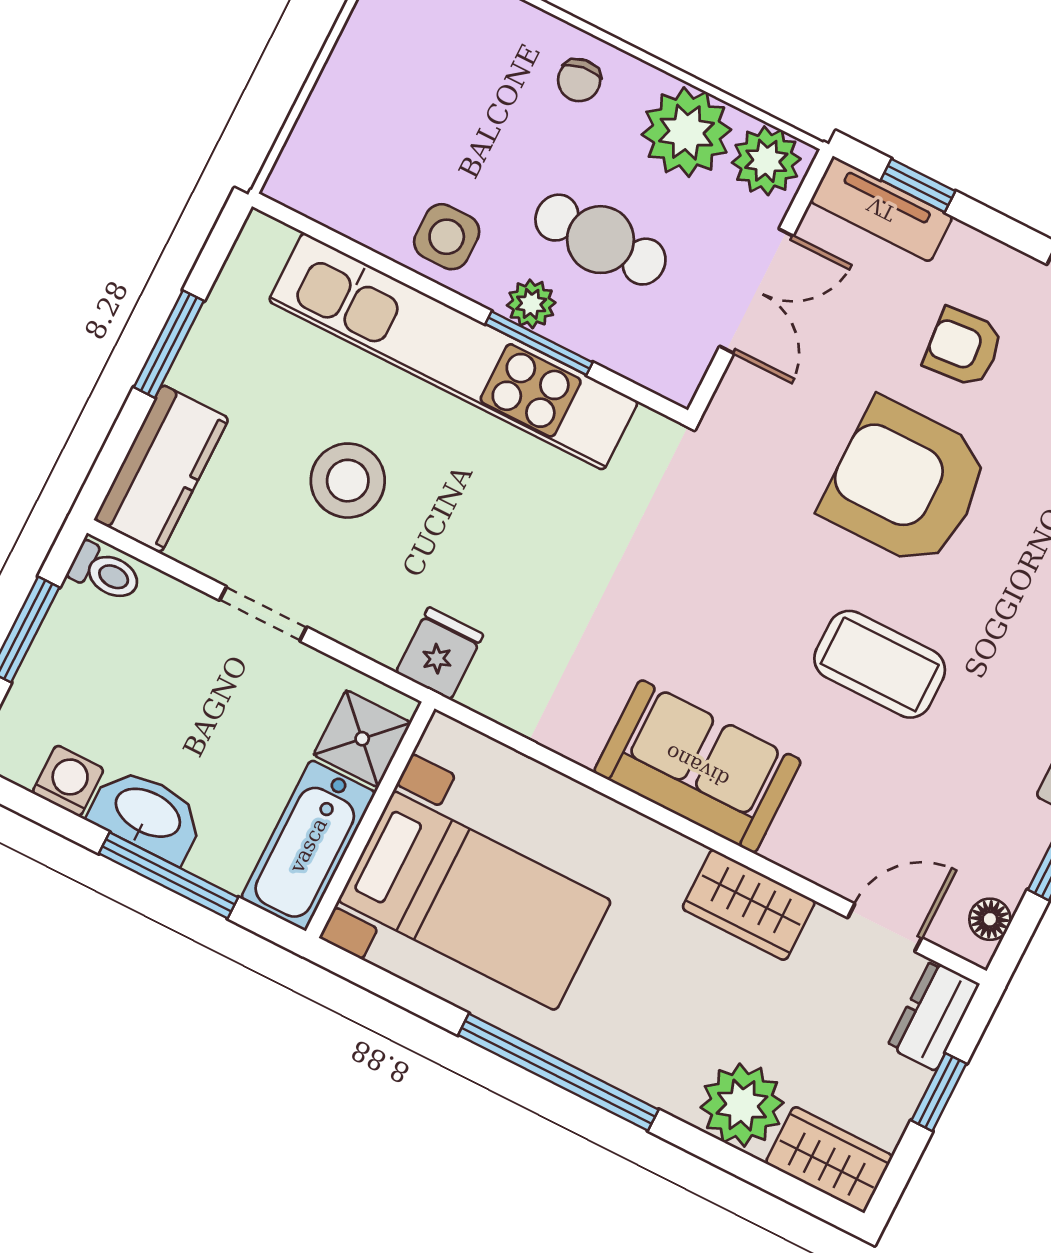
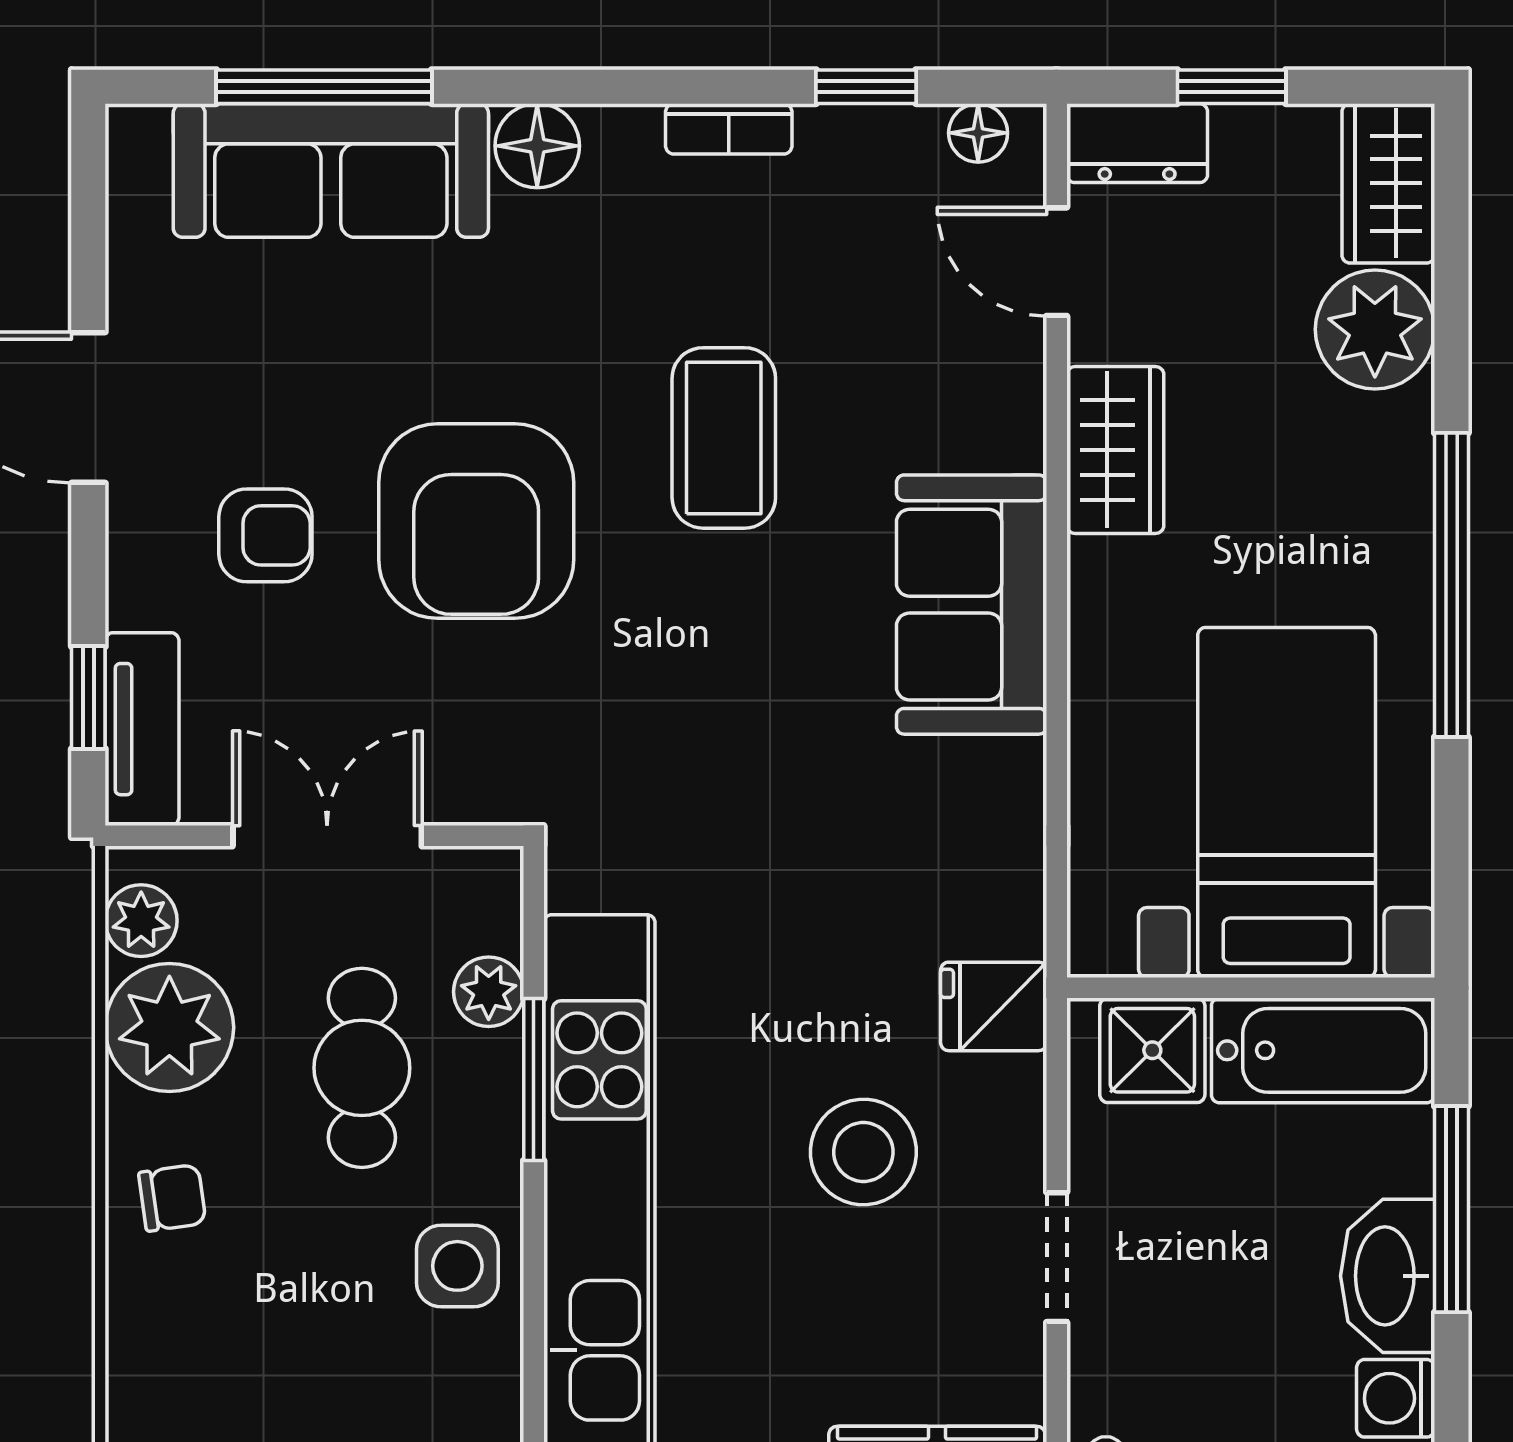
plant: (766, 161) -> (141, 921), width x0.73, depth x0.73
plant: (531, 304) -> (489, 992), moved
armchair: (963, 347) -> (265, 535), turned -85
stool: (348, 481) -> (863, 1152), moved

